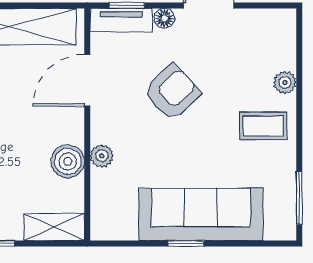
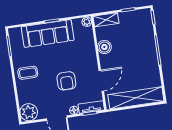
plant: (285, 82) -> (29, 112), moved, width x1.87, depth x1.87
armchair: (172, 92) -> (66, 81), turned -47
plant: (102, 156) -> (87, 22), moved

